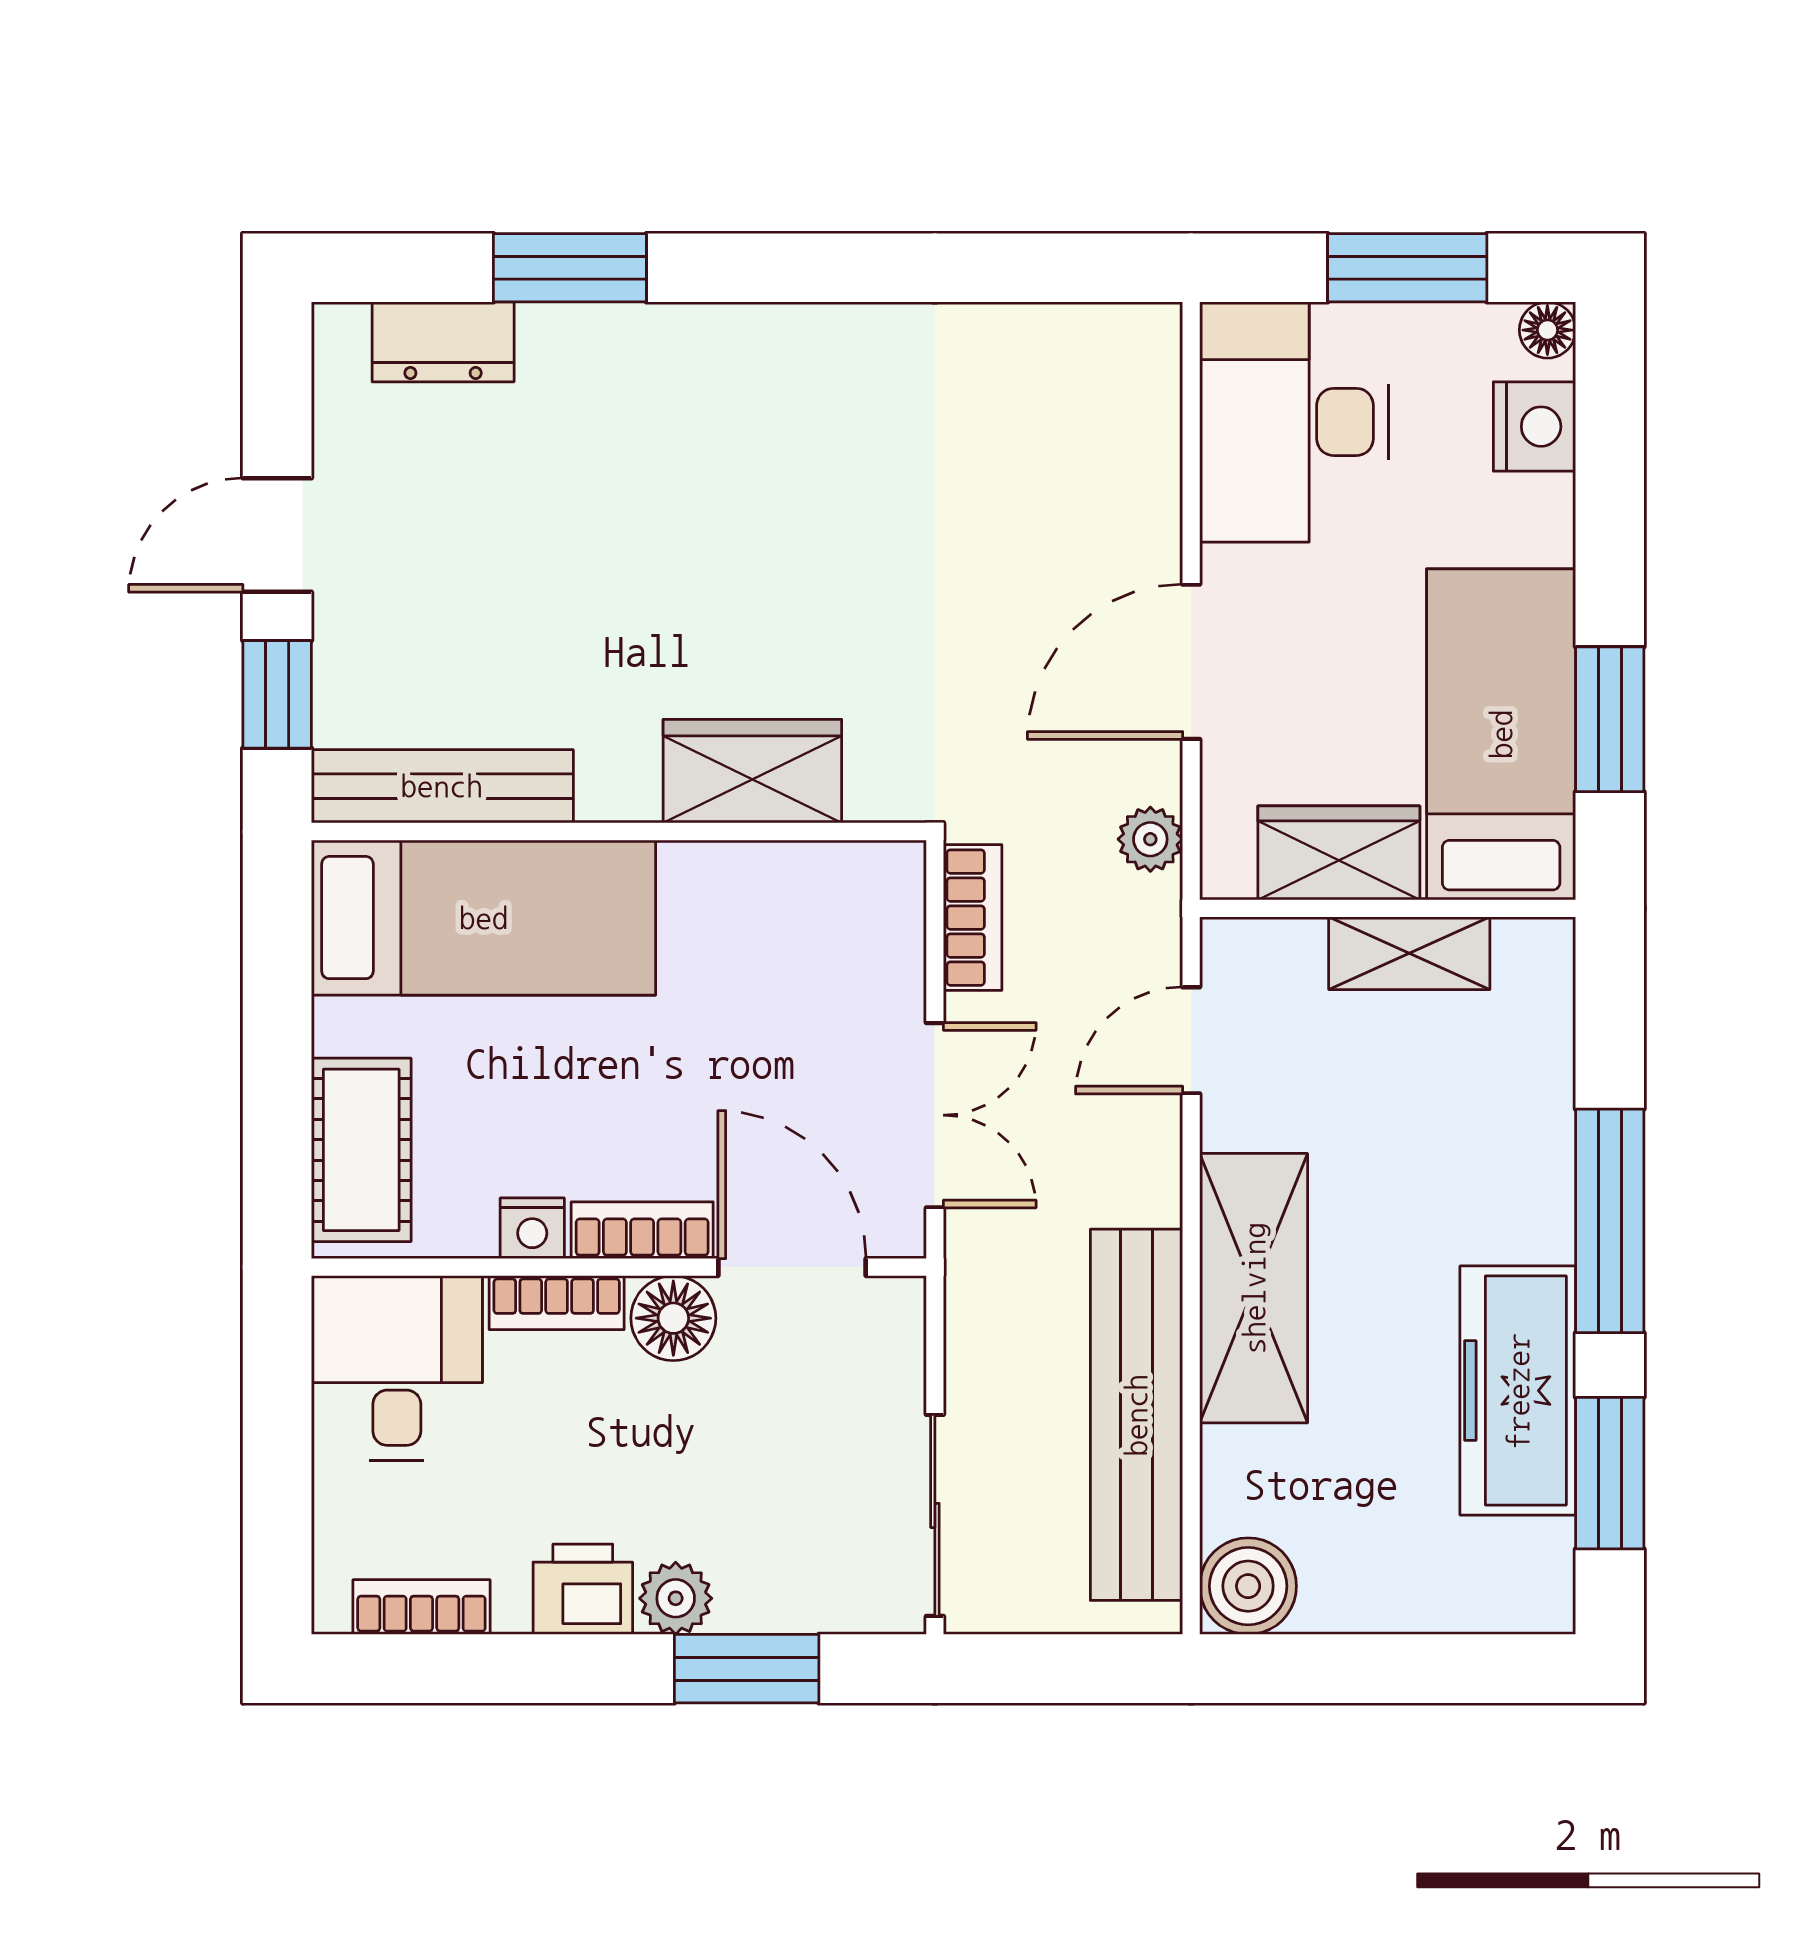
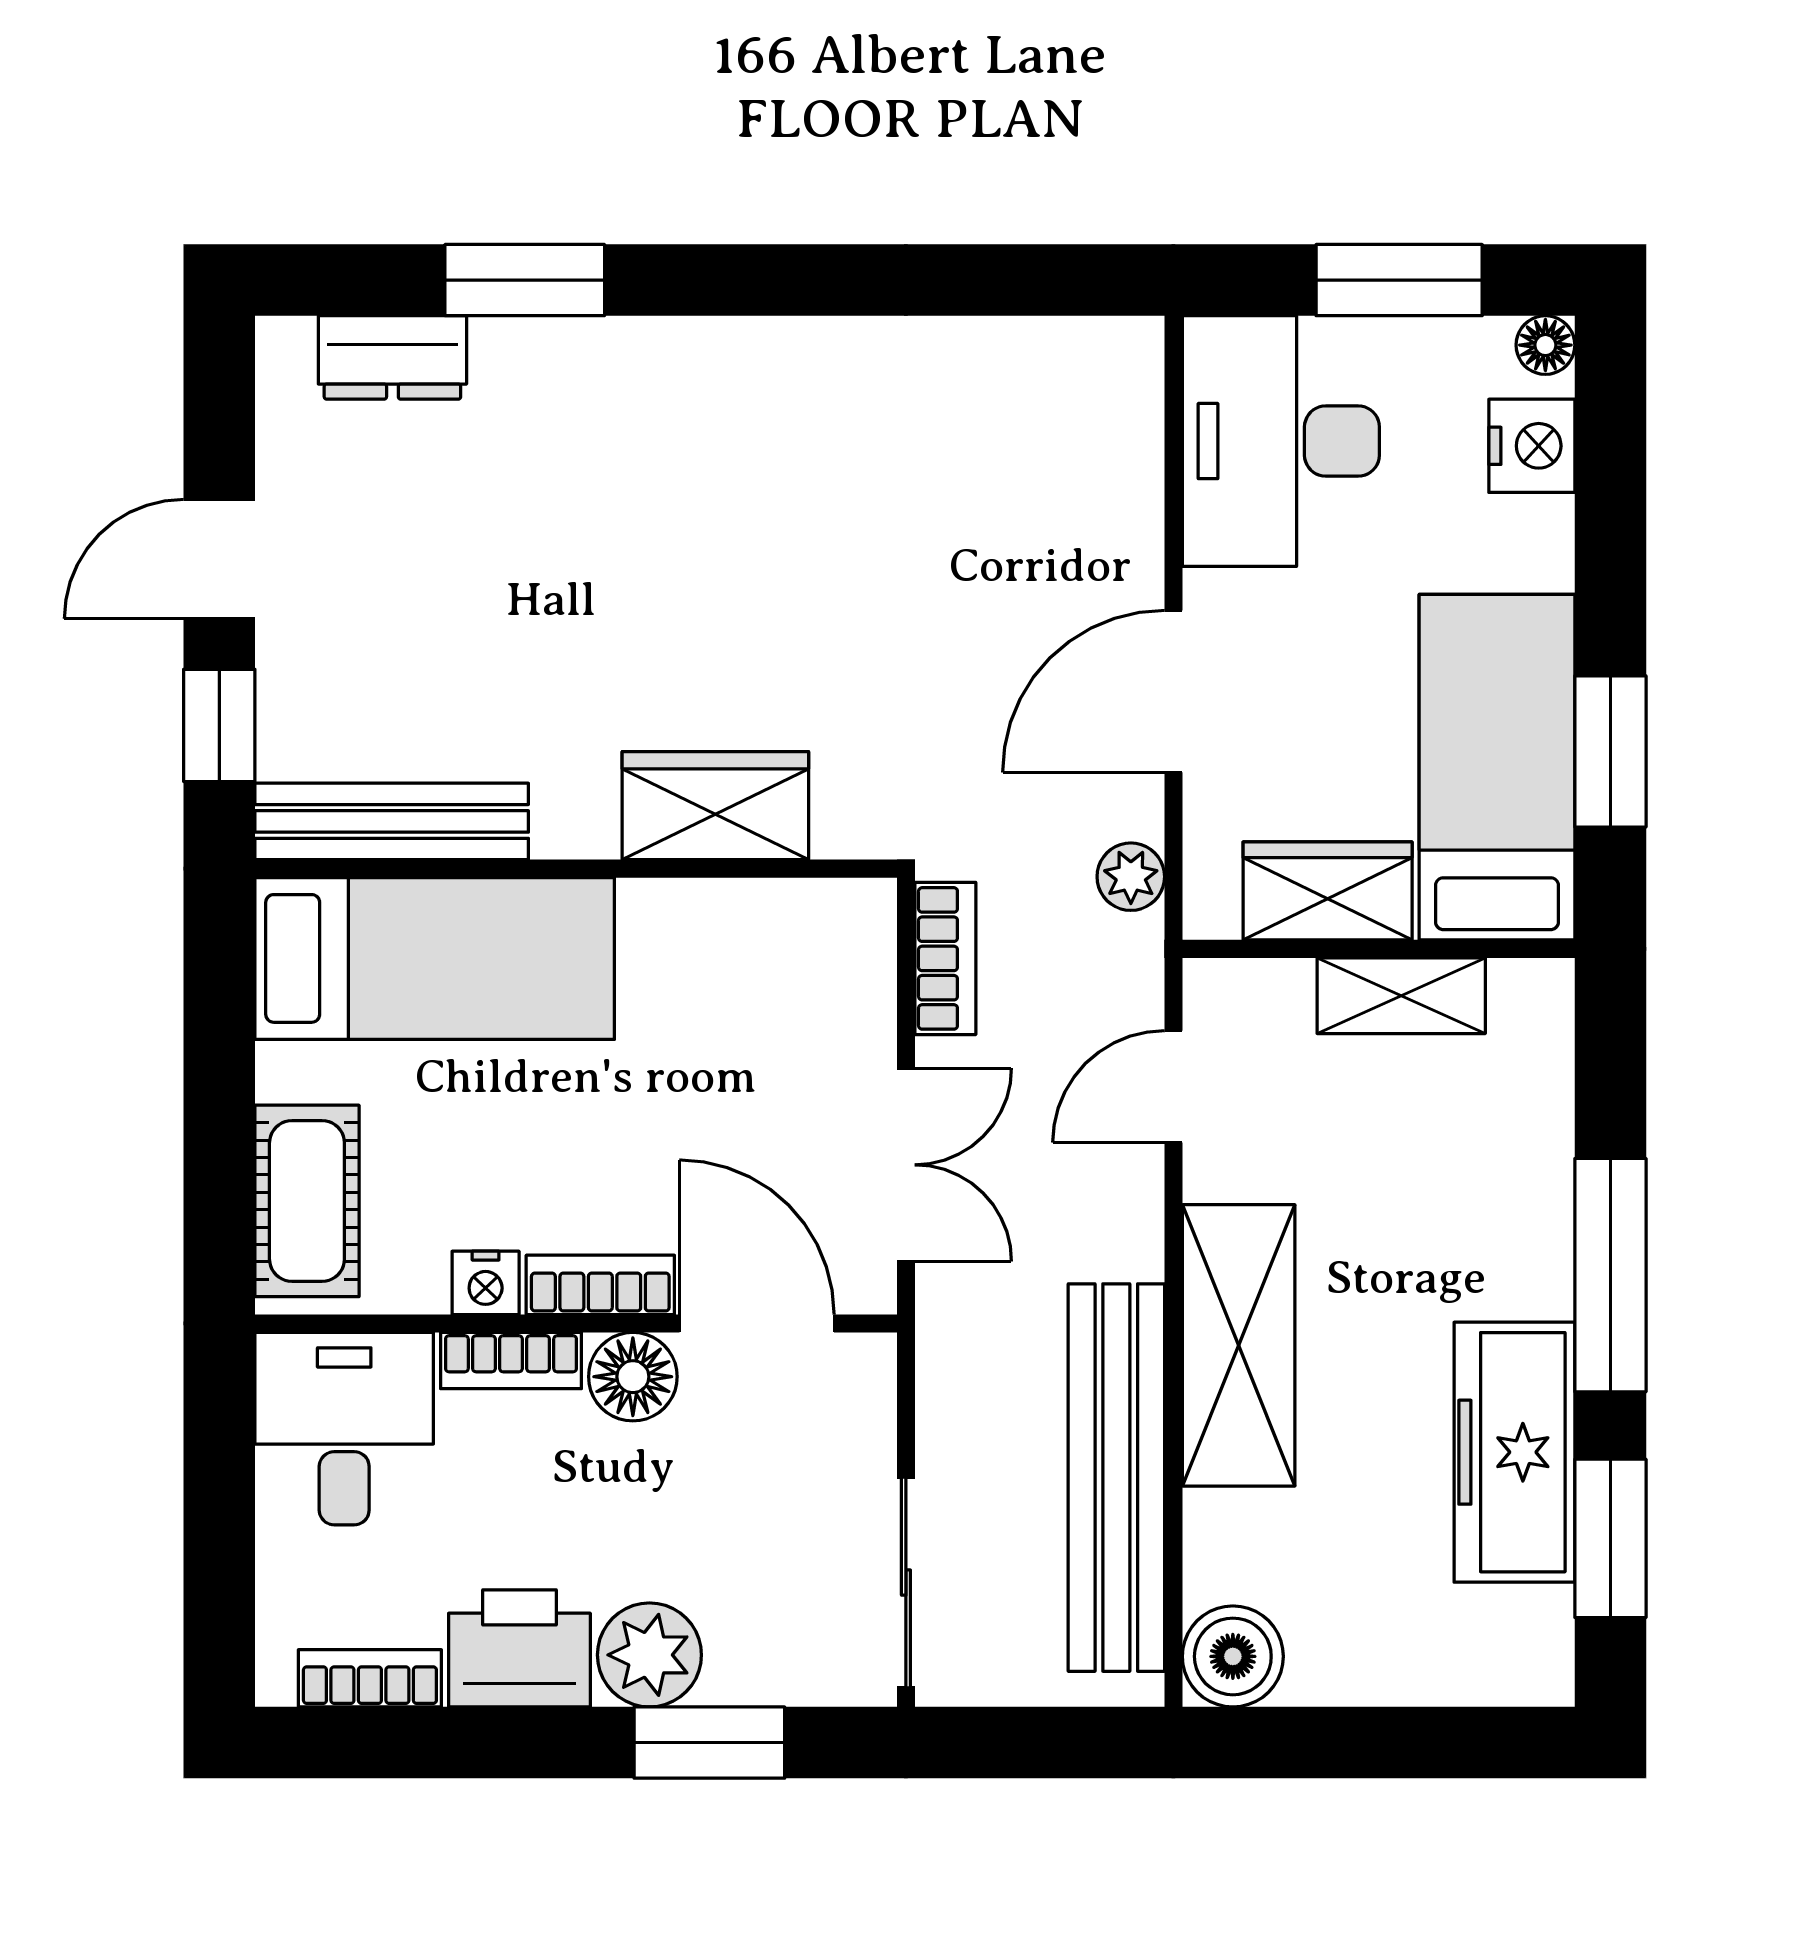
printer: (583, 1589) -> (519, 1648), width x1.36, depth x1.24
plant: (676, 1598) -> (649, 1655), width x1.38, depth x1.38

